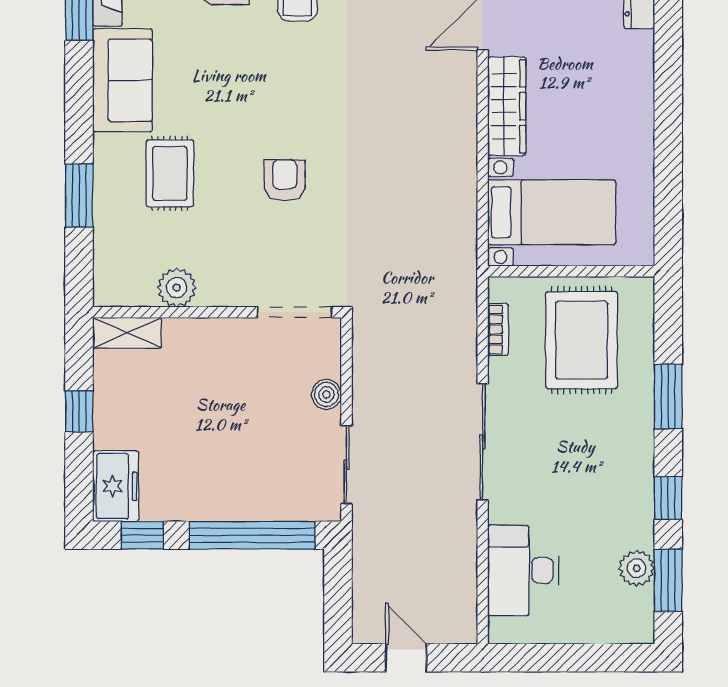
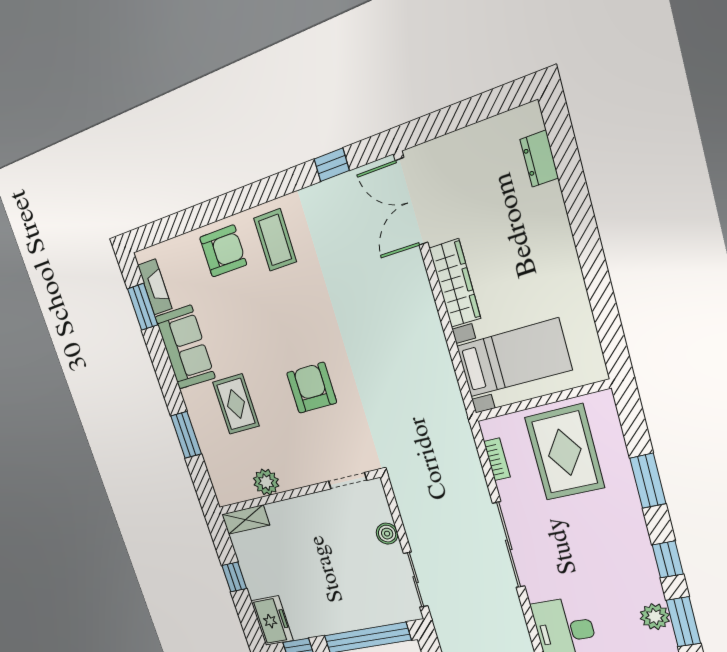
armchair: (285, 180) -> (312, 388), width x1.38, depth x1.38
doorway: (294, 312) -> (348, 481), width x0.73

